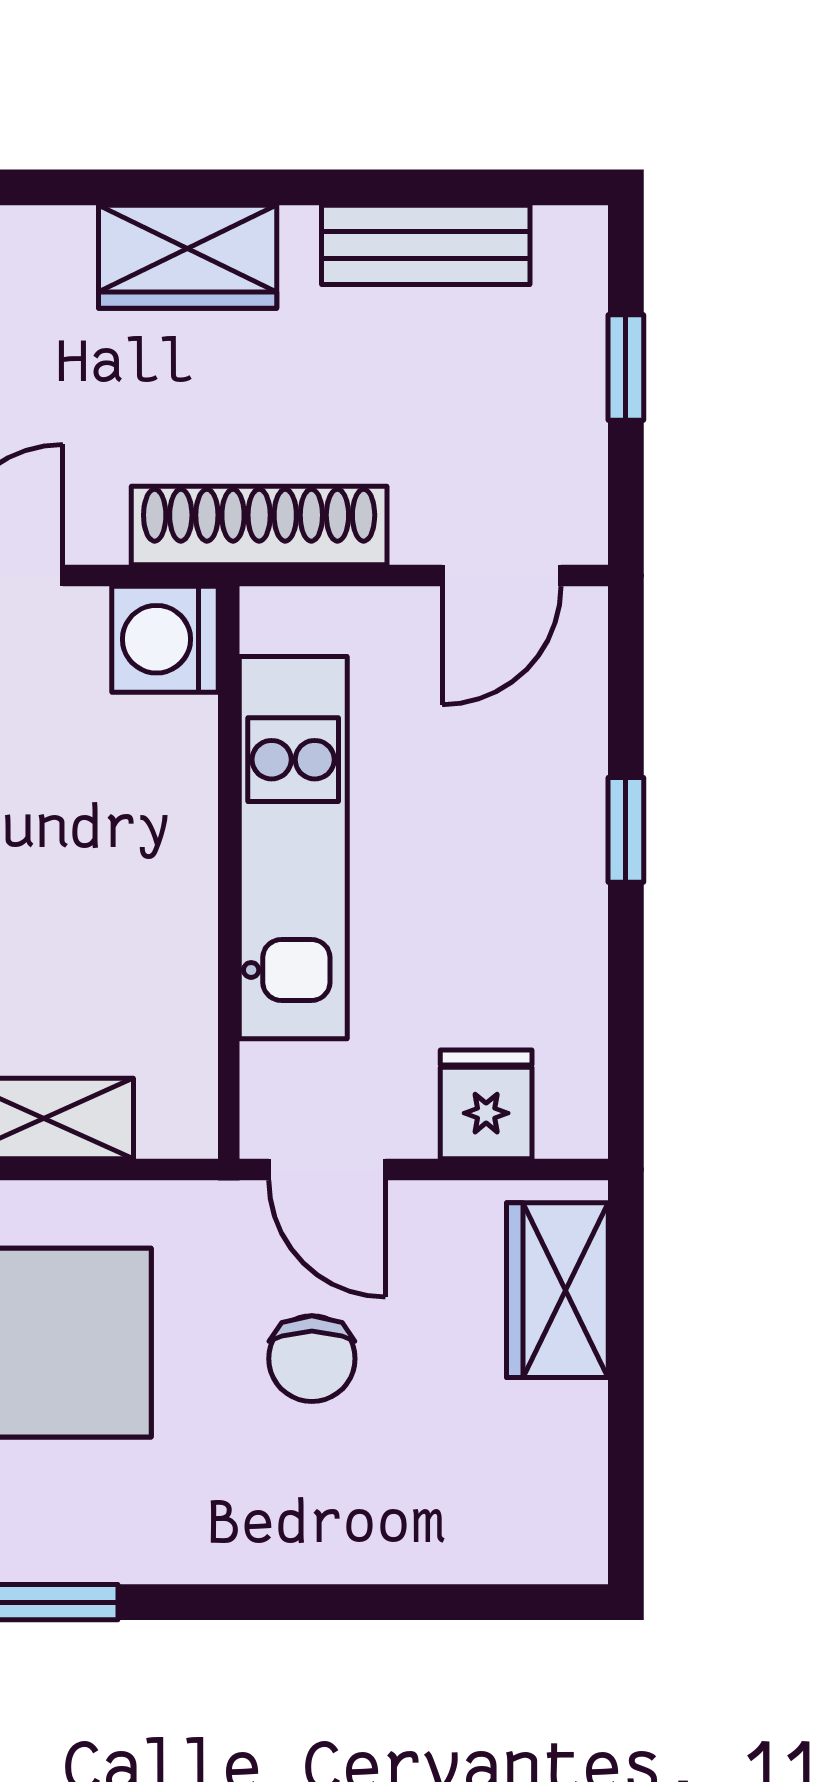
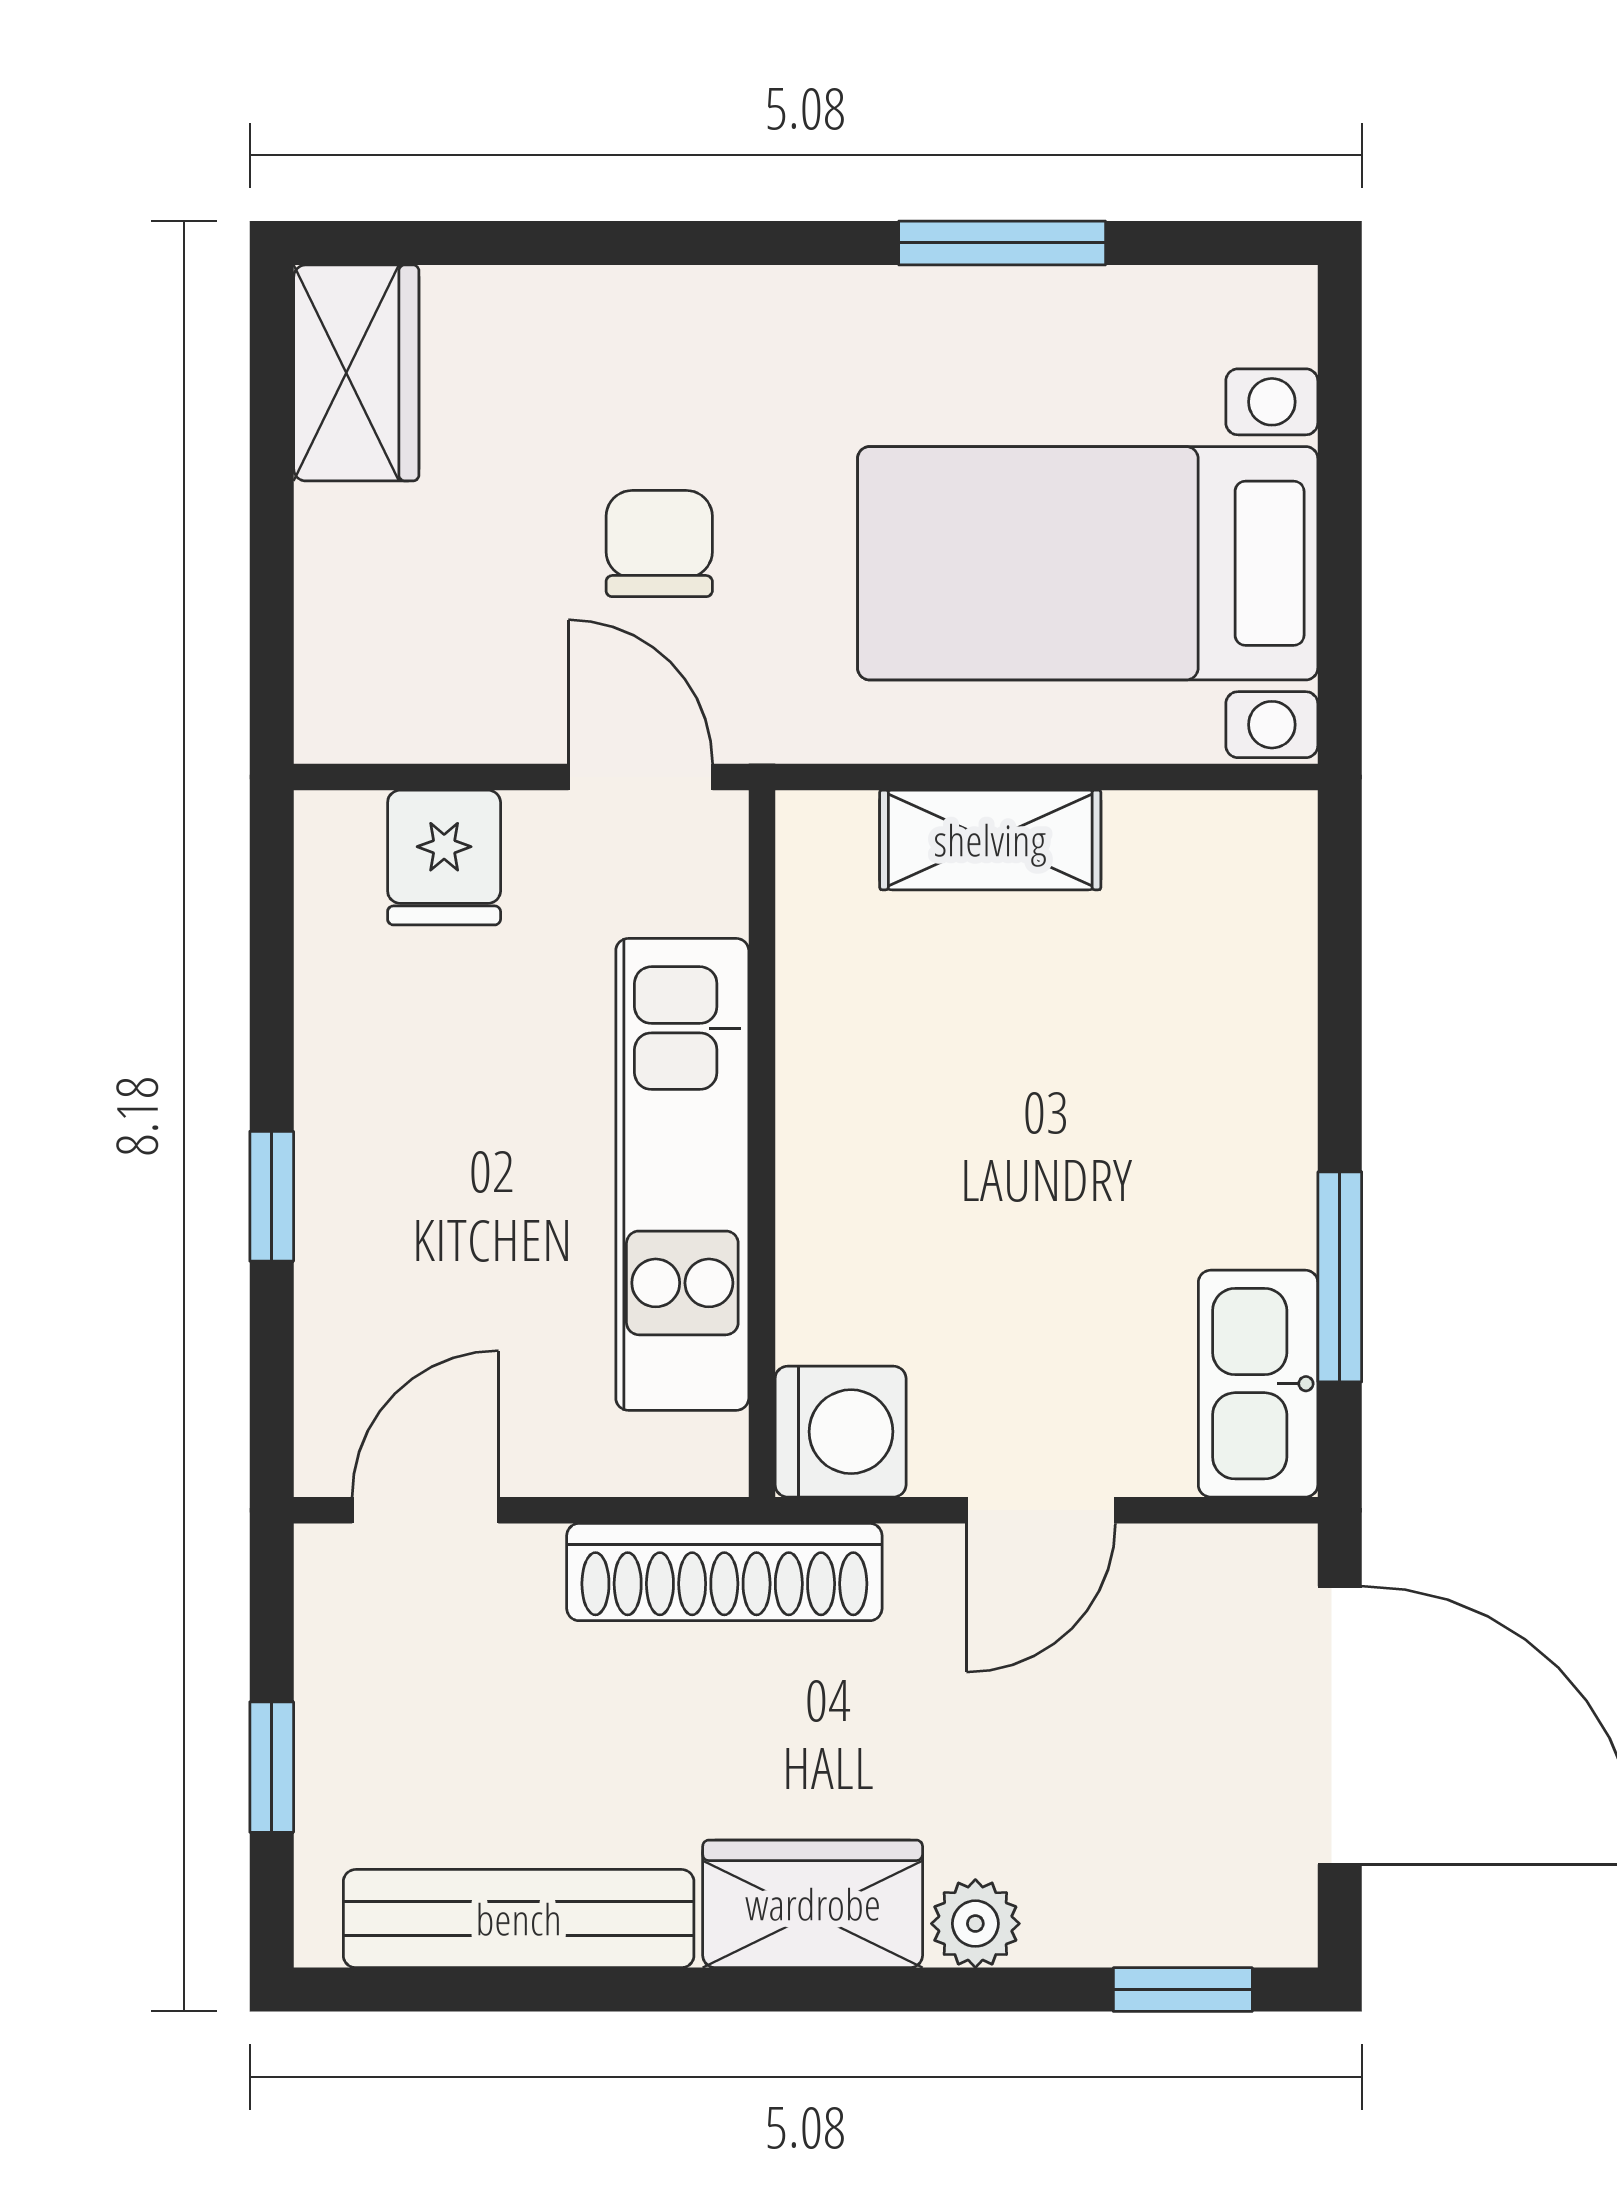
plant: (56, 241) -> (975, 1924), added
bench: (426, 245) -> (519, 1919), width x1.36
wardrobe: (557, 1290) -> (356, 373), moved

